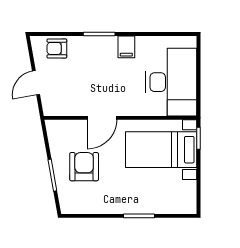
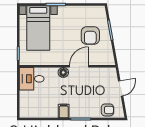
desk: (171, 82) -> (32, 79), width x0.53, depth x0.77
floor lamp: (127, 108) -> (63, 72), added
bed with nightstands: (161, 150) -> (38, 28), moved, turned 90

